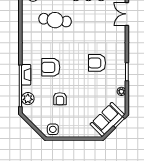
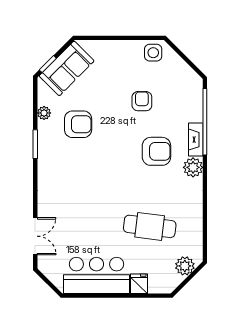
armchair: (97, 63) -> (78, 124), moved
plant: (28, 99) -> (193, 167), moved

